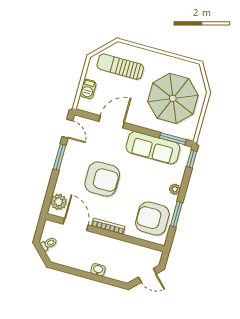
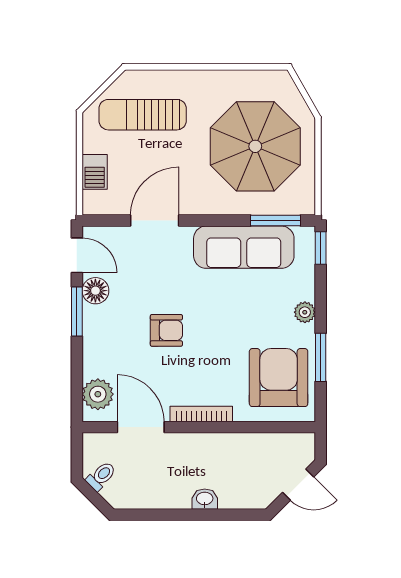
floor lamp: (72, 149) -> (95, 291), added
armchair: (102, 179) -> (166, 330), width x0.53, depth x0.53
armchair: (152, 219) -> (279, 378), turned 90

